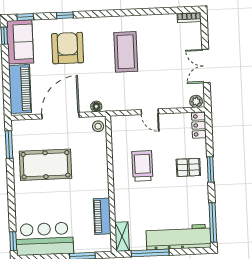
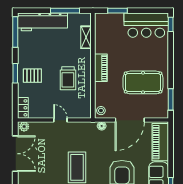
double door: (206, 66) -> (15, 154), width x1.37
piano: (102, 216) -> (101, 68), moved
shelving: (122, 237) -> (86, 37), moved

